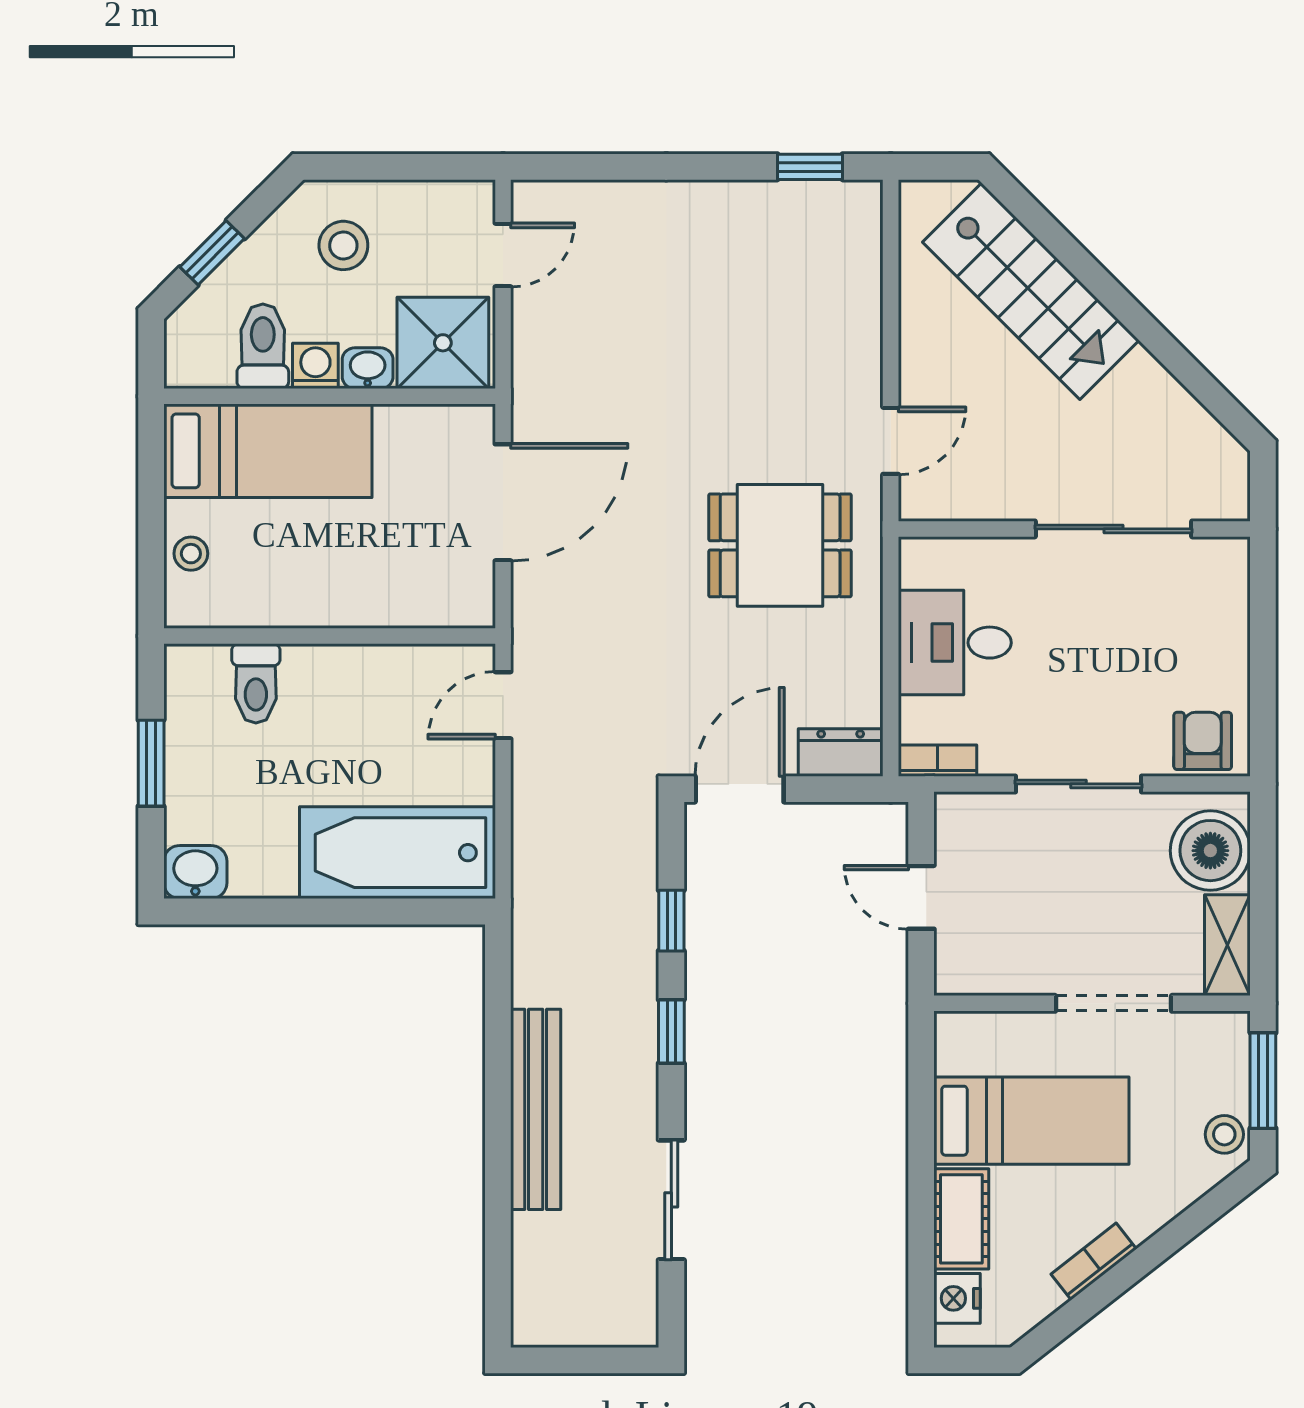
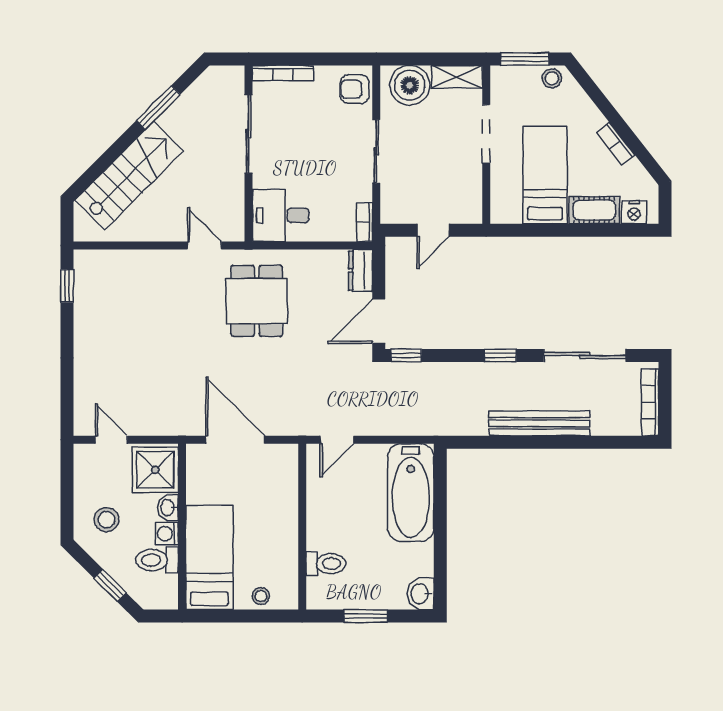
window: (1166, 349) -> (158, 108), added
bookcase: (1235, 597) -> (283, 73), added
desk: (955, 643) -> (281, 215), moved, turned 90
door: (503, 705) -> (337, 440), hinge flipped
door: (740, 789) -> (379, 321), hinge flipped
window: (671, 921) -> (406, 355), moved
sliding door: (671, 1200) -> (585, 355), width x1.37
bookcase: (578, 1330) -> (650, 402), added

